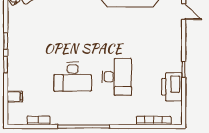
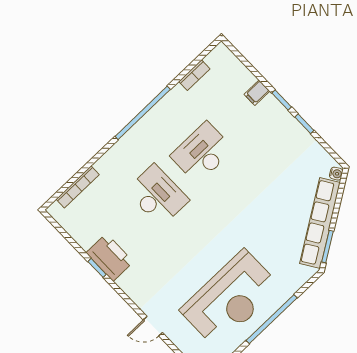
desk: (117, 77) -> (157, 195), turned 180
printer: (172, 87) -> (110, 257), moved
filing cabinet: (15, 97) -> (257, 93), moved

